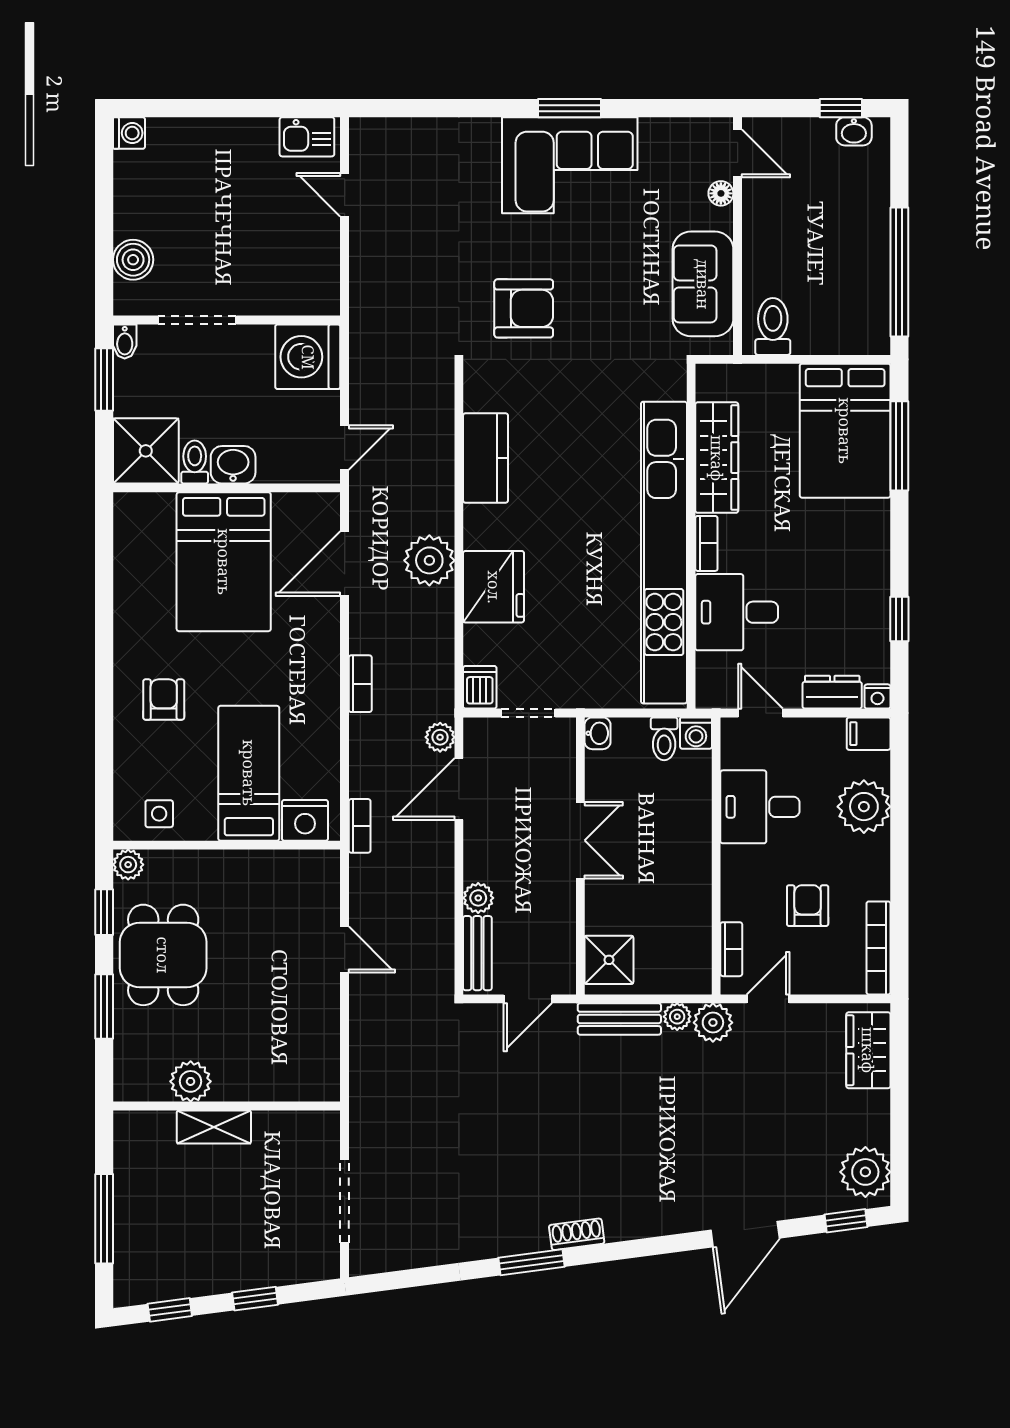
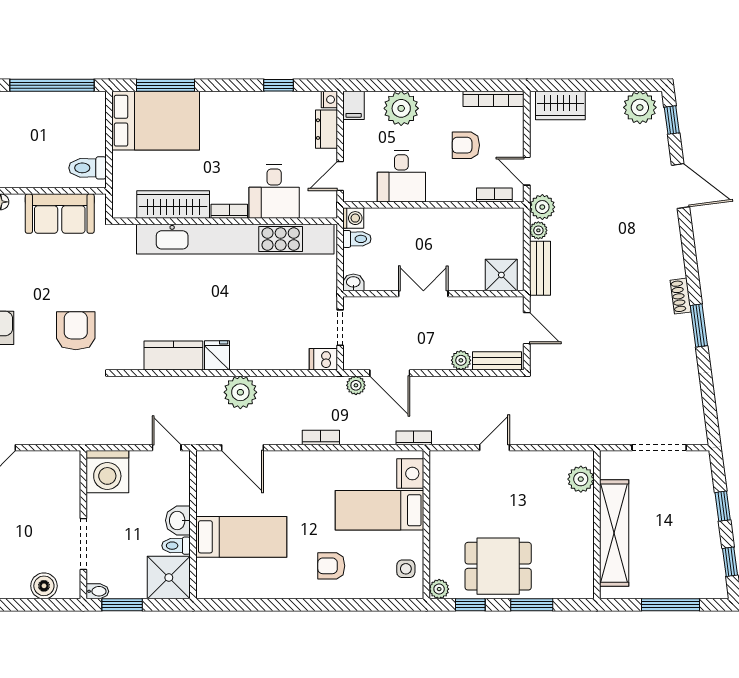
bed: (224, 562) -> (241, 537), width x0.67
fridge: (494, 587) -> (217, 355), moved, width x0.53, depth x0.75
plant: (191, 1081) -> (581, 479), moved
shelving: (214, 1127) -> (614, 533), width x2.20, depth x1.33

